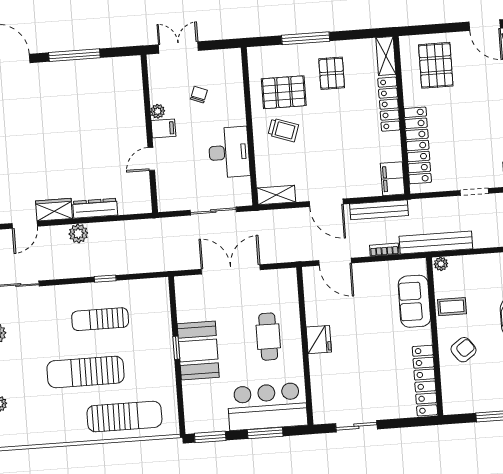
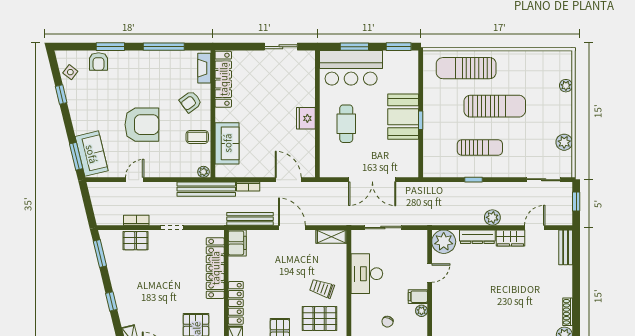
plant: (136, 199) -> (444, 242), added
fireplace: (450, 393) -> (204, 68), added

